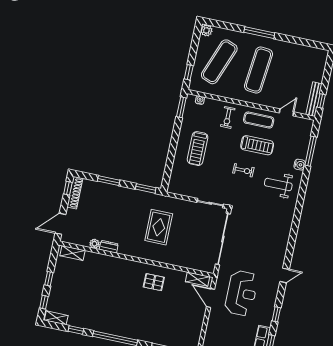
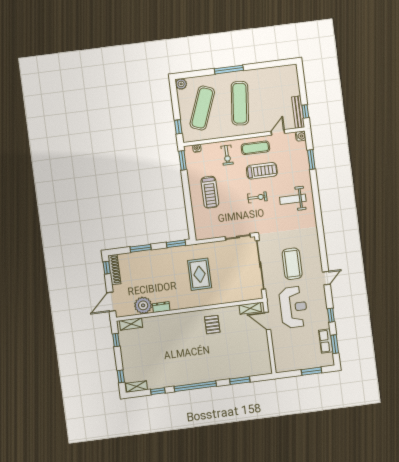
window: (311, 151) -> (311, 159), width x0.69
water cooler: (300, 165) -> (301, 136), moved
plant: (94, 244) -> (143, 305), width x1.88, depth x1.88
coffee table: (255, 249) -> (292, 264), added
window: (49, 279) -> (116, 340), moved
pallet: (154, 282) -> (212, 325), turned 90

